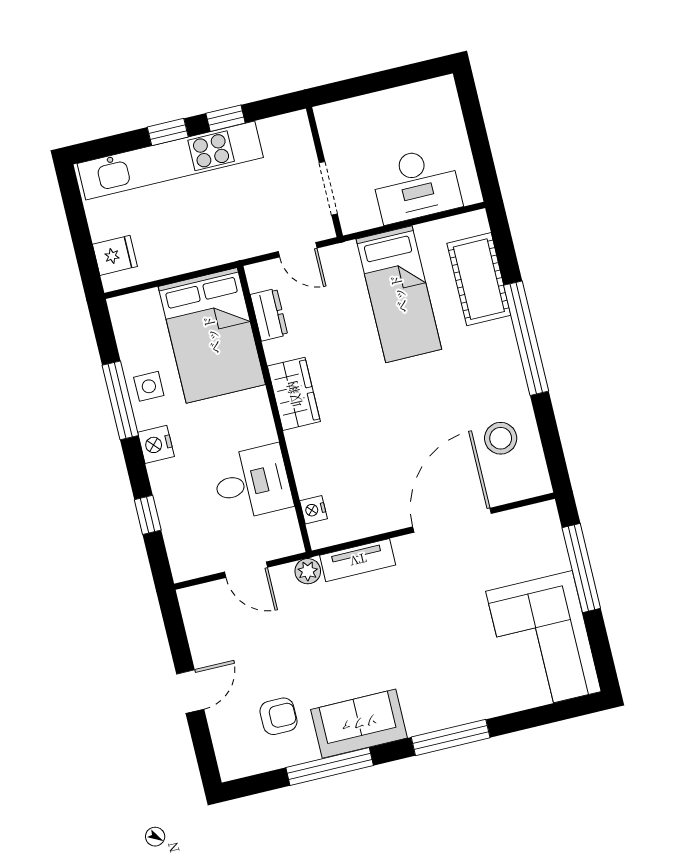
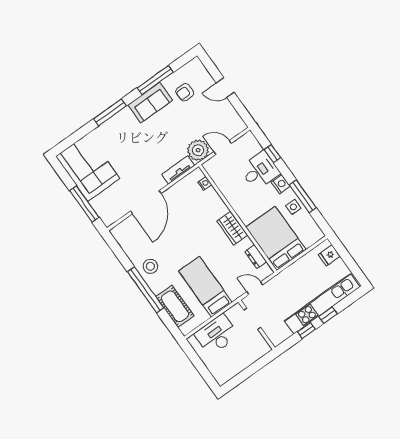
stool: (501, 438) -> (150, 266), moved
desk: (252, 483) -> (260, 171), moved, turned 180
plant: (308, 571) -> (198, 150), width x1.88, depth x1.88
door: (190, 692) -> (225, 88), hinge flipped

